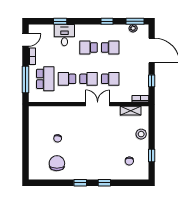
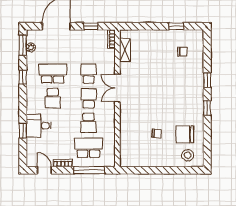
school desk: (110, 47) -> (53, 74), width x1.85
stool: (141, 134) -> (188, 155), moved

